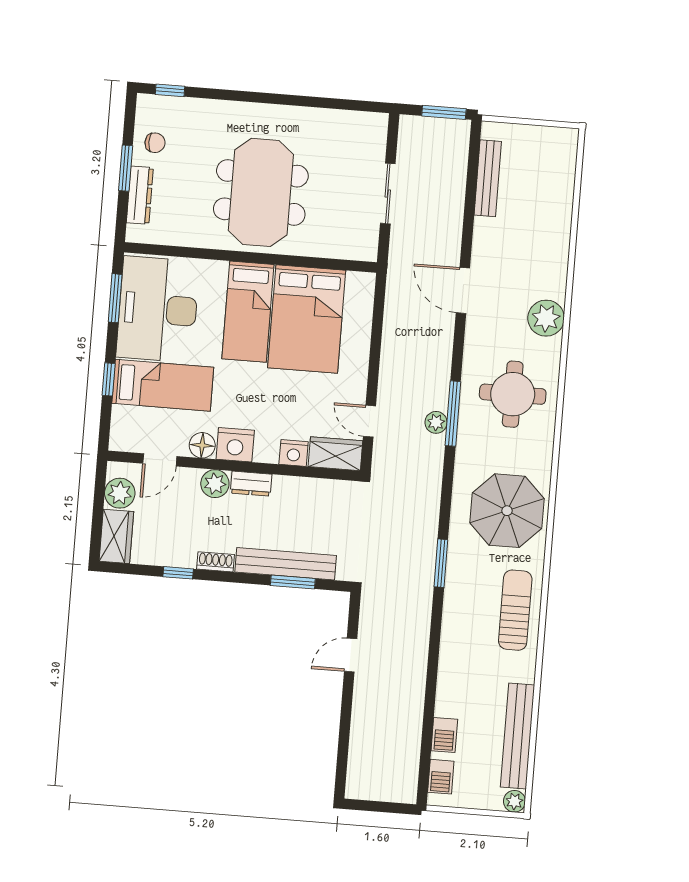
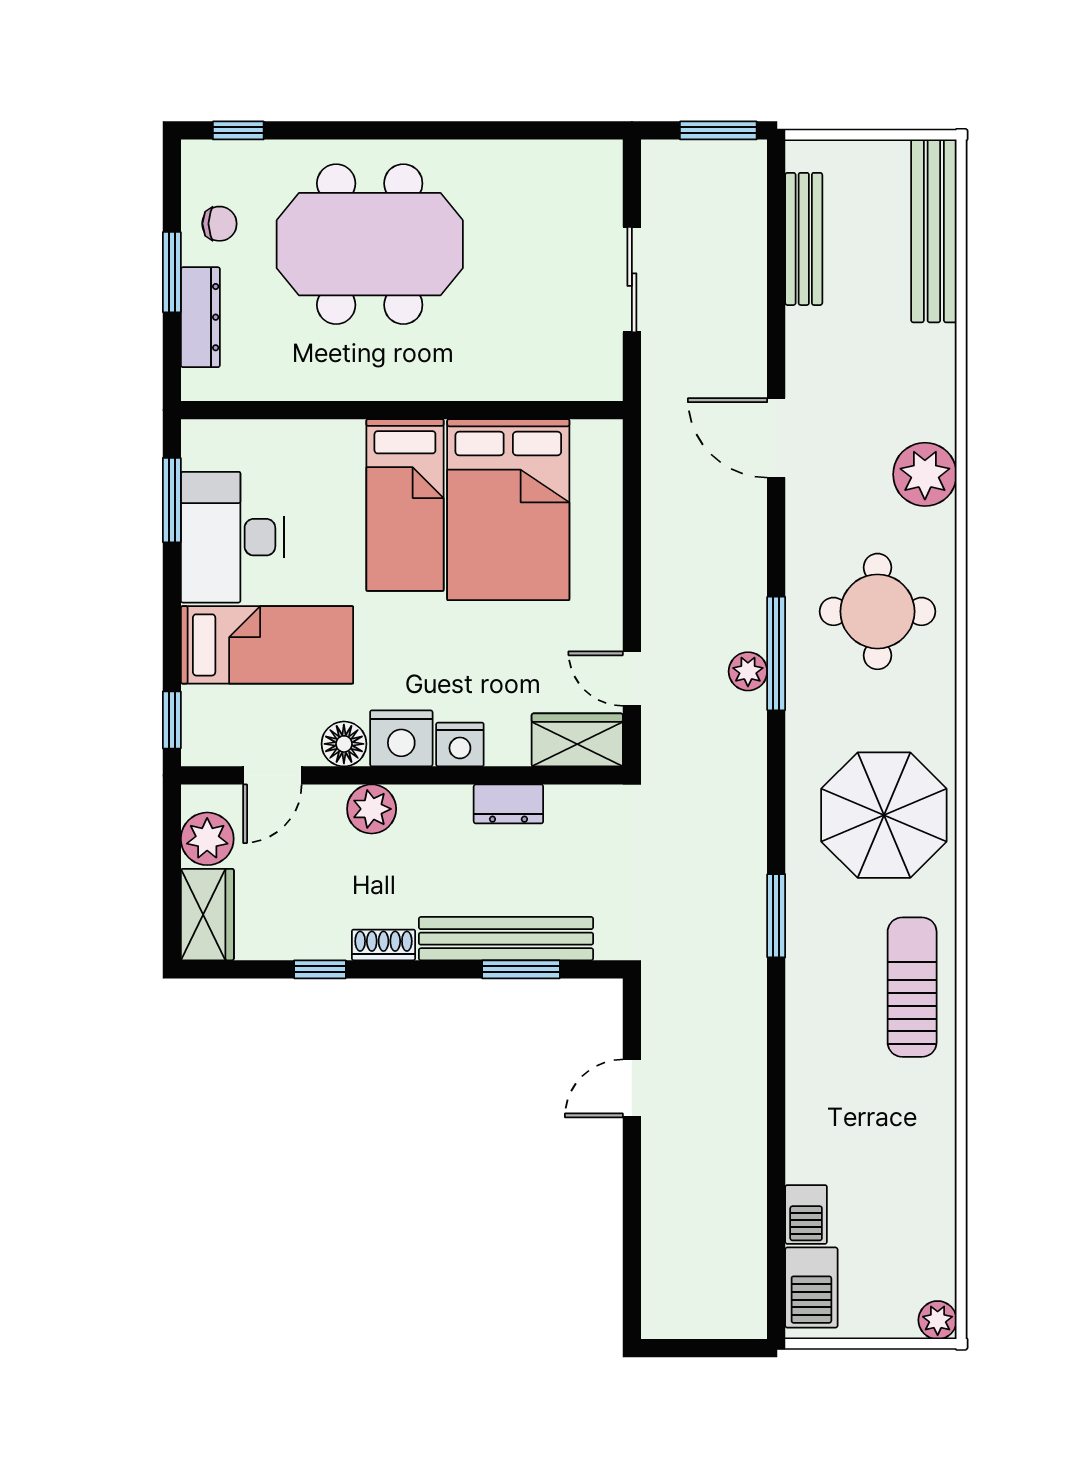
meeting table: (261, 192) -> (370, 244), moved, turned 90
desk: (158, 309) -> (232, 537), width x0.73, depth x0.77
window: (109, 379) -> (172, 720), moved
nightstand: (294, 453) -> (460, 744), moved
dresser: (251, 484) -> (508, 804), moved
bench: (518, 736) -> (934, 231), moved
barbecue: (441, 777) -> (811, 1288), width x1.38, depth x1.27

